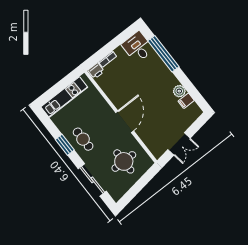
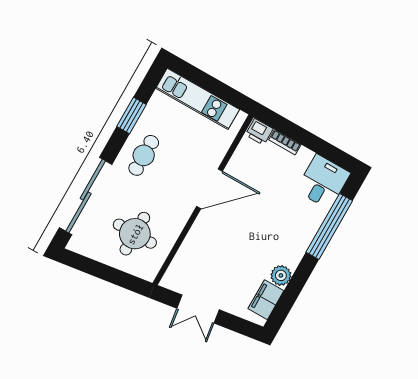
filing cabinet: (186, 101) -> (266, 300), width x2.00
door: (125, 122) -> (209, 189), moved
window: (65, 145) -> (132, 115), moved
sliding door: (92, 180) -> (86, 196), width x1.36

